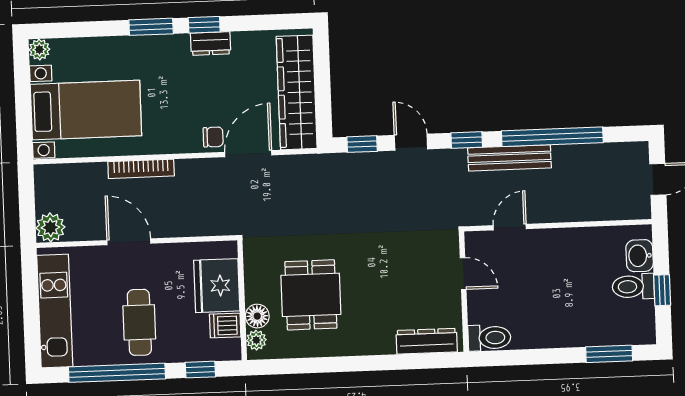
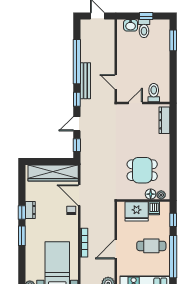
toilet: (489, 338) -> (154, 93), moved

